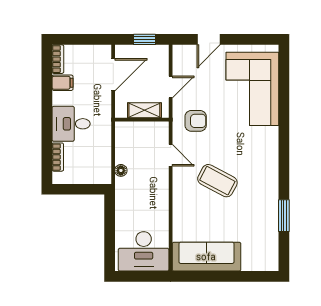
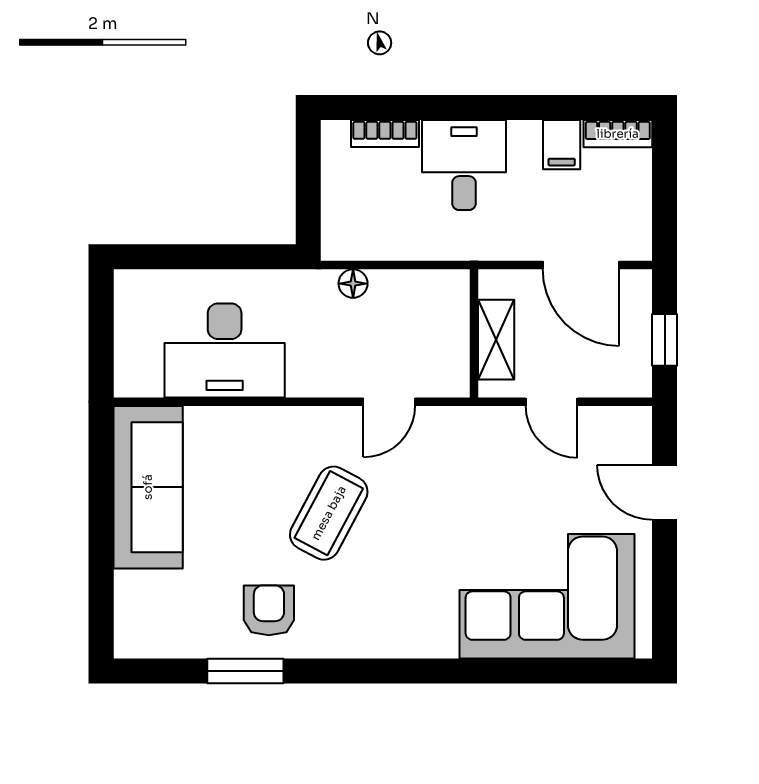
armchair: (196, 121) -> (269, 610), moved, turned 180
desk: (144, 251) -> (225, 350), moved, turned -90

